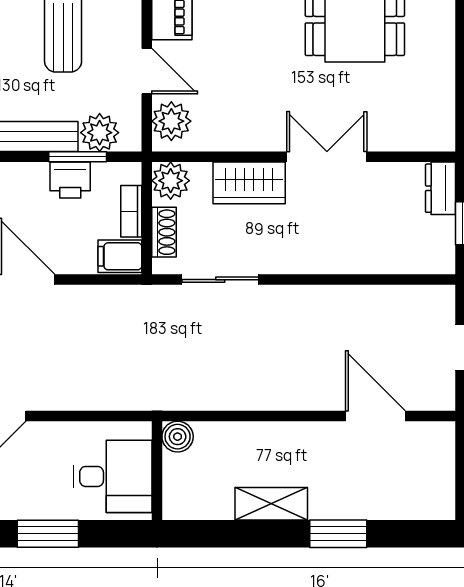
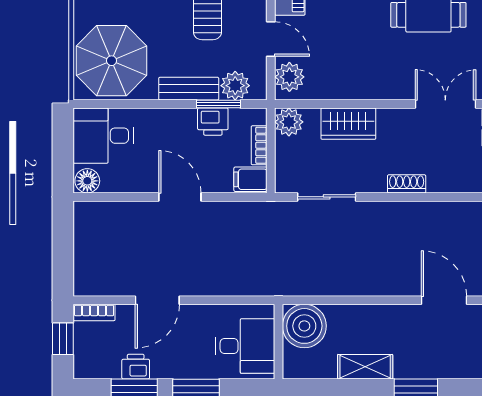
double door: (327, 157) -> (445, 104), moved
shoe rack: (164, 232) -> (407, 184), moved, turned -90
boiler: (178, 437) -> (304, 326), width x1.86, depth x1.86

